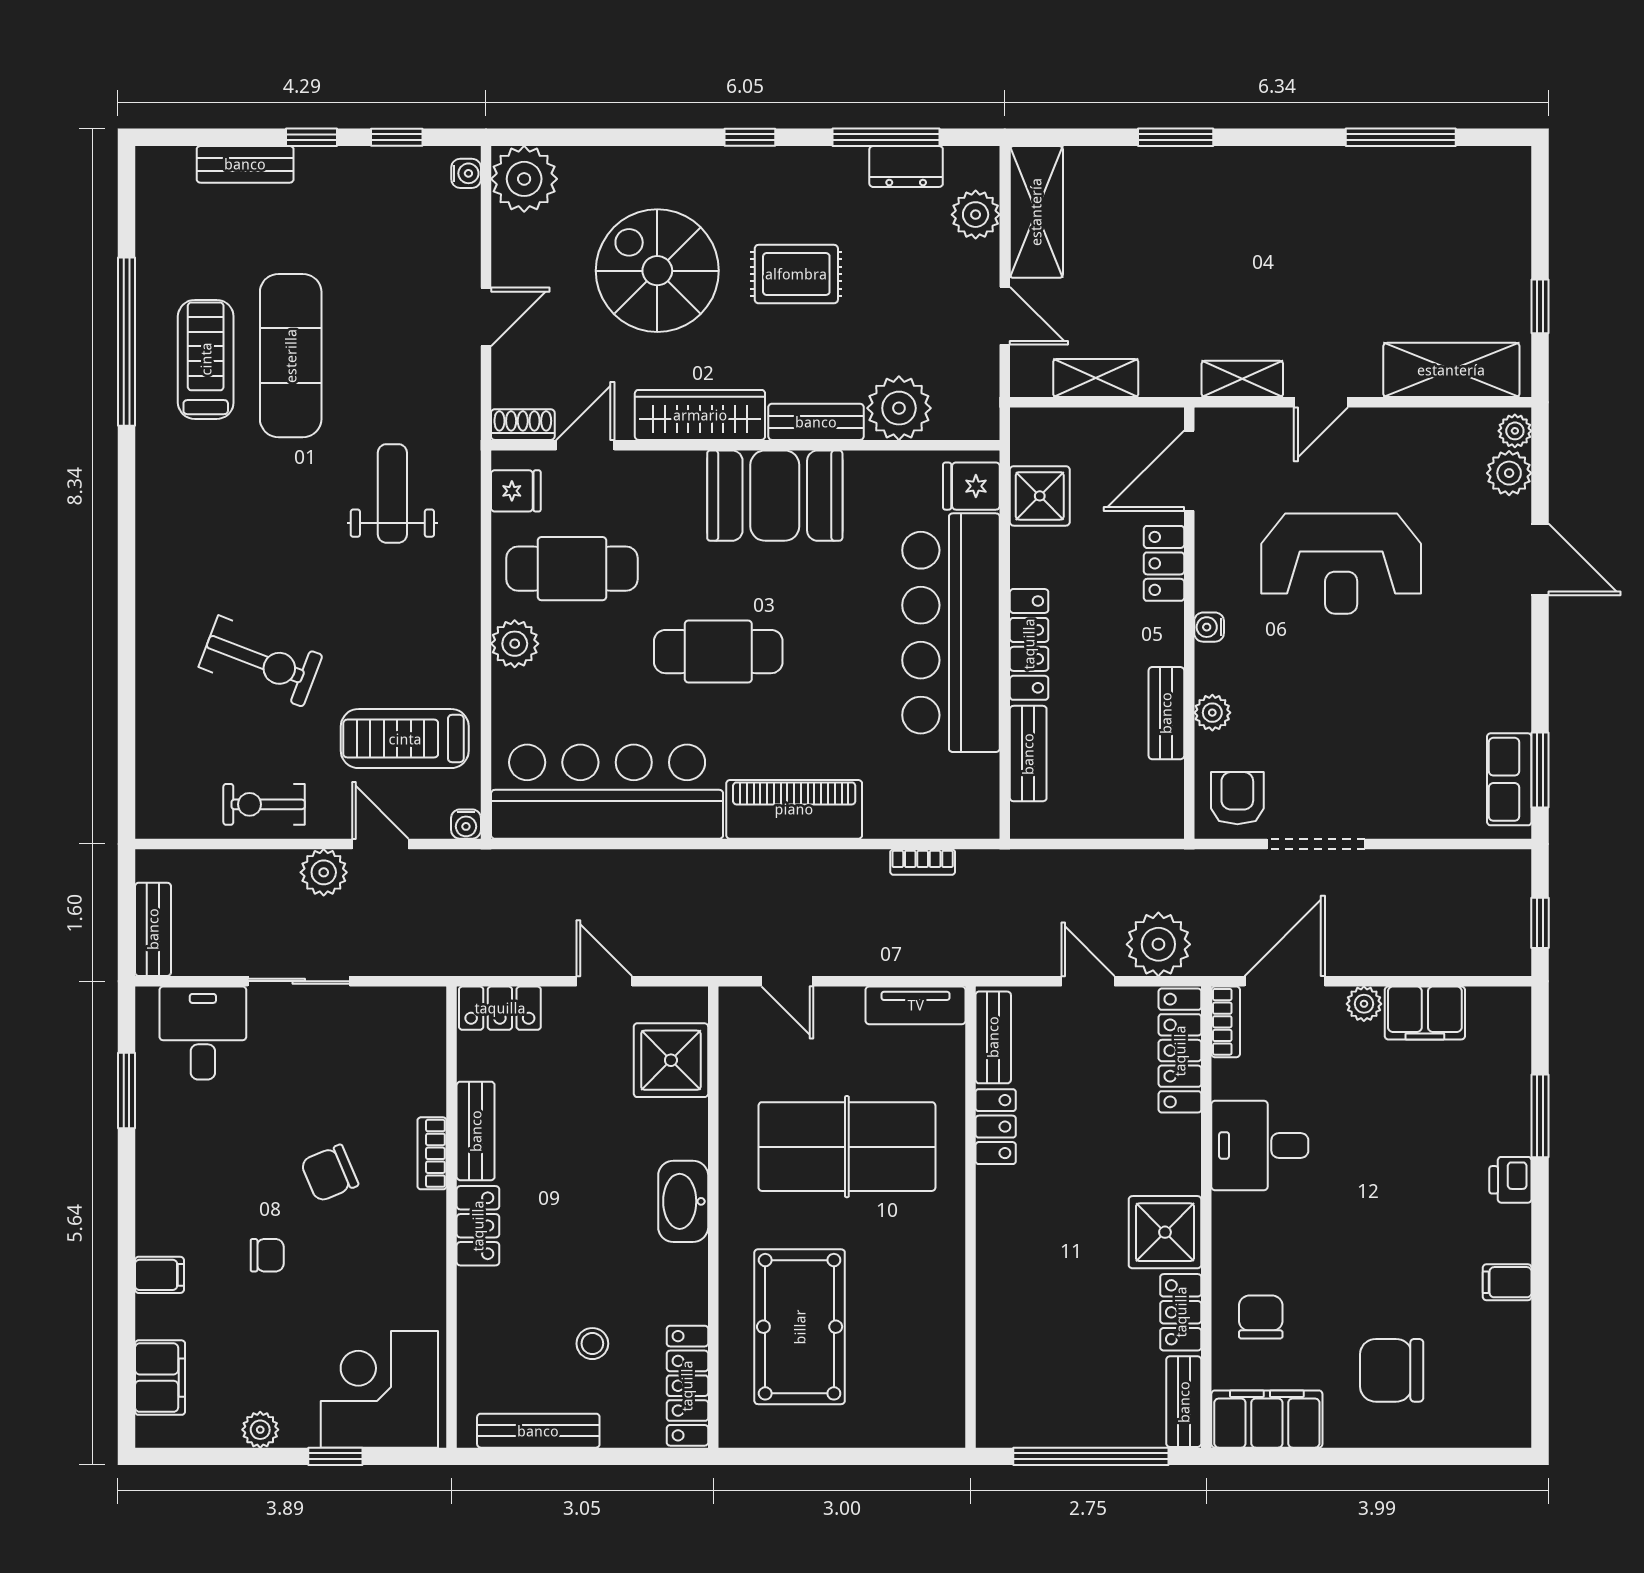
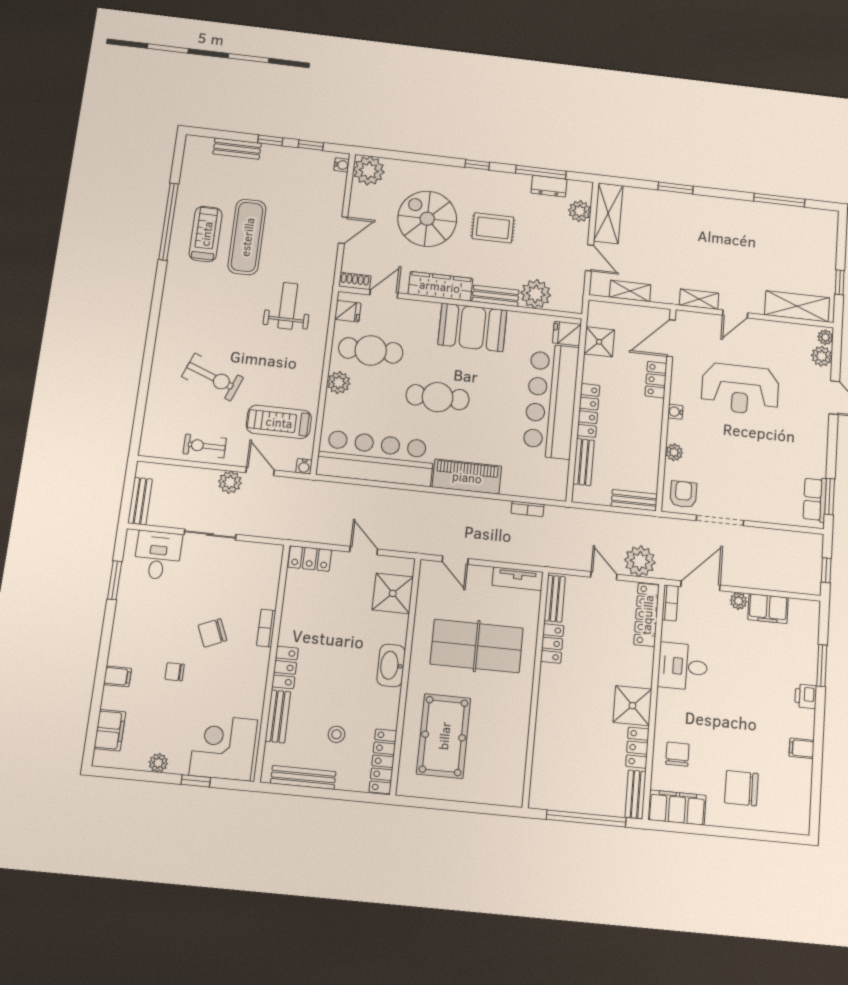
bench: (1166, 713) -> (634, 500), moved, turned 90
bench: (476, 1131) -> (278, 716), moved
chair: (267, 1255) -> (175, 672), turned 180

